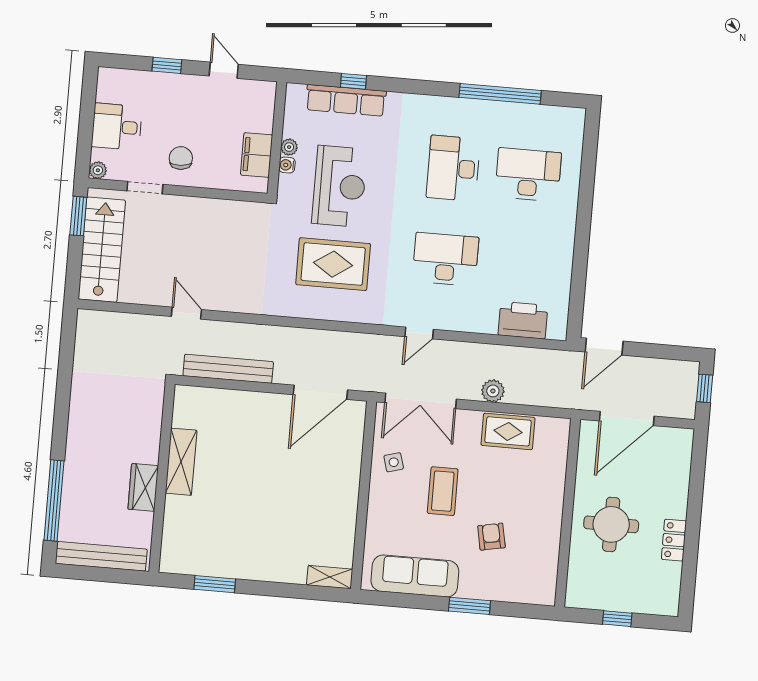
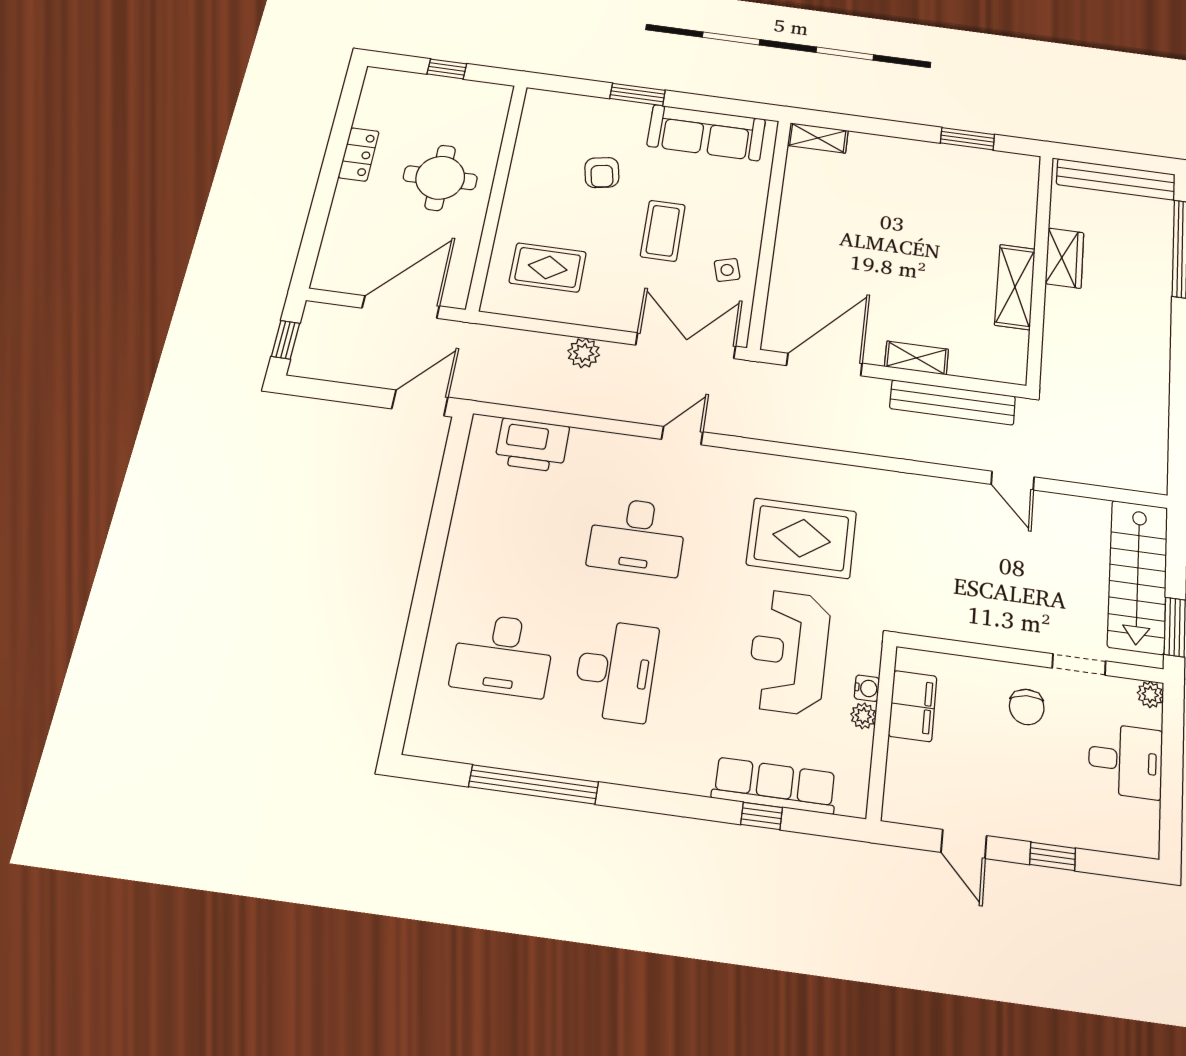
shelving: (254, 401) -> (916, 358), added
rug: (508, 431) -> (548, 267), moved

